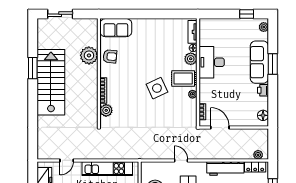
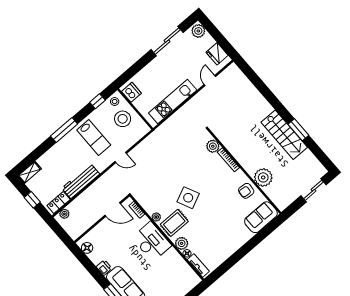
desk: (212, 62) -> (152, 242), moved
stairs: (51, 82) -> (284, 135), width x0.73, depth x0.66

